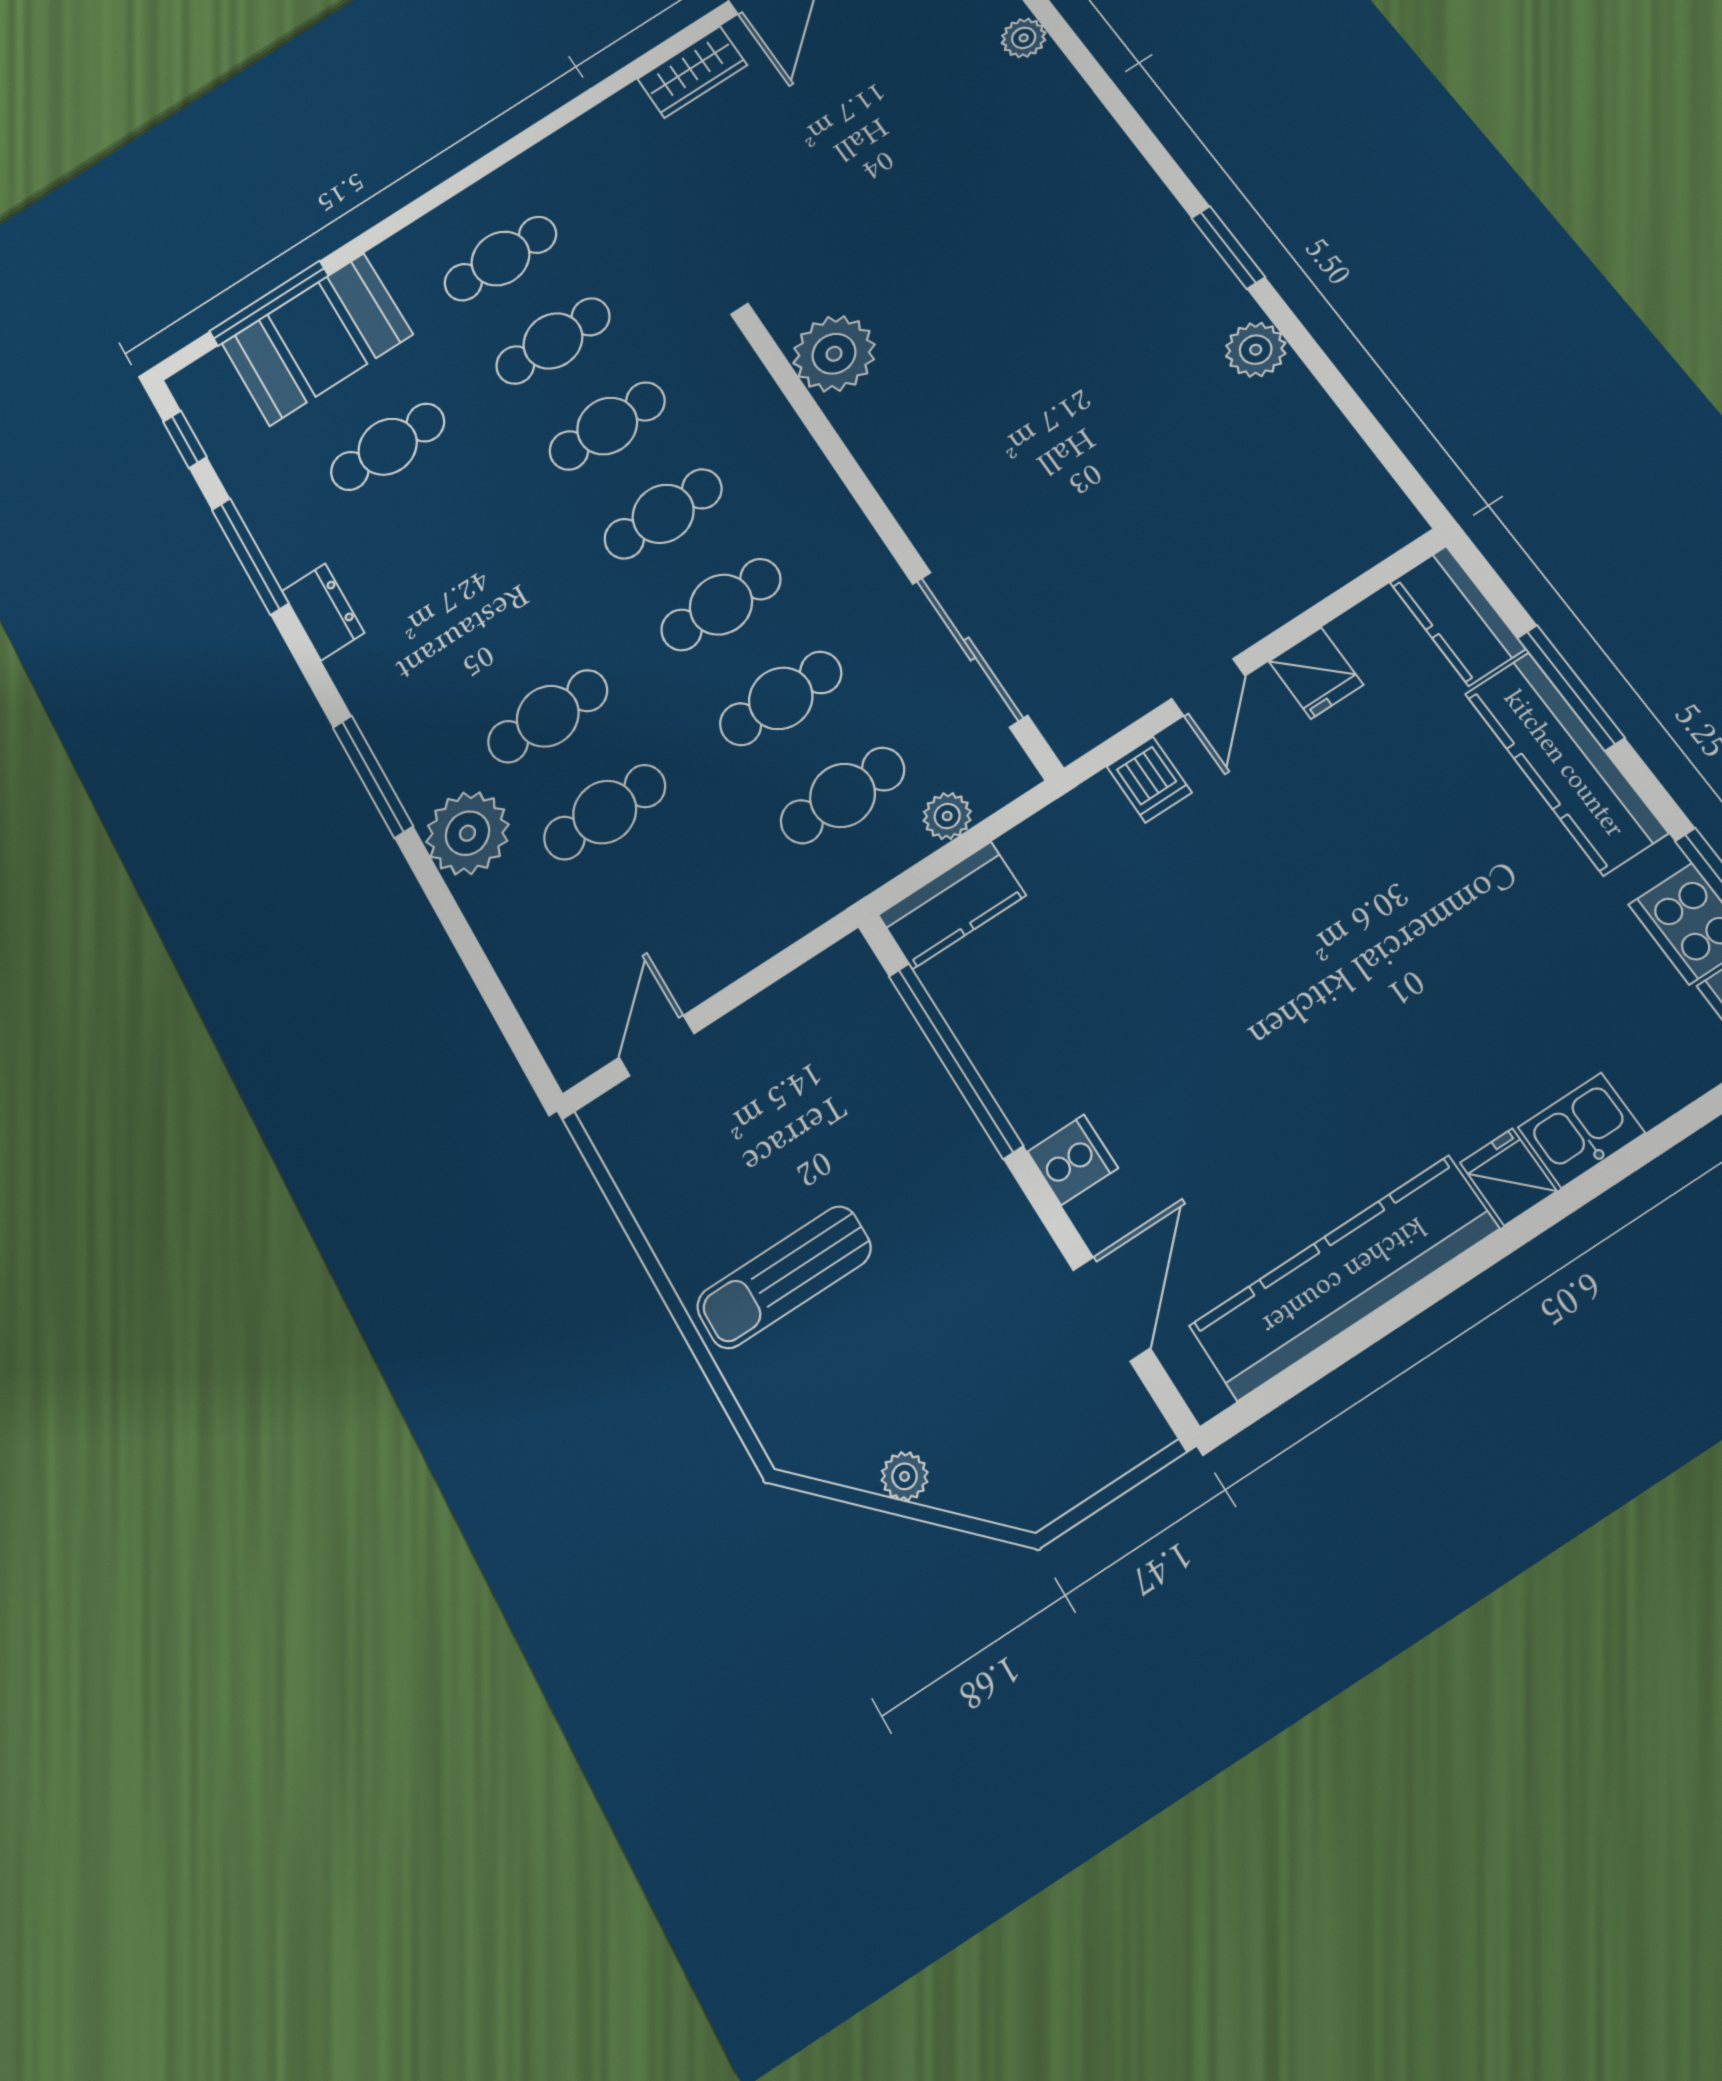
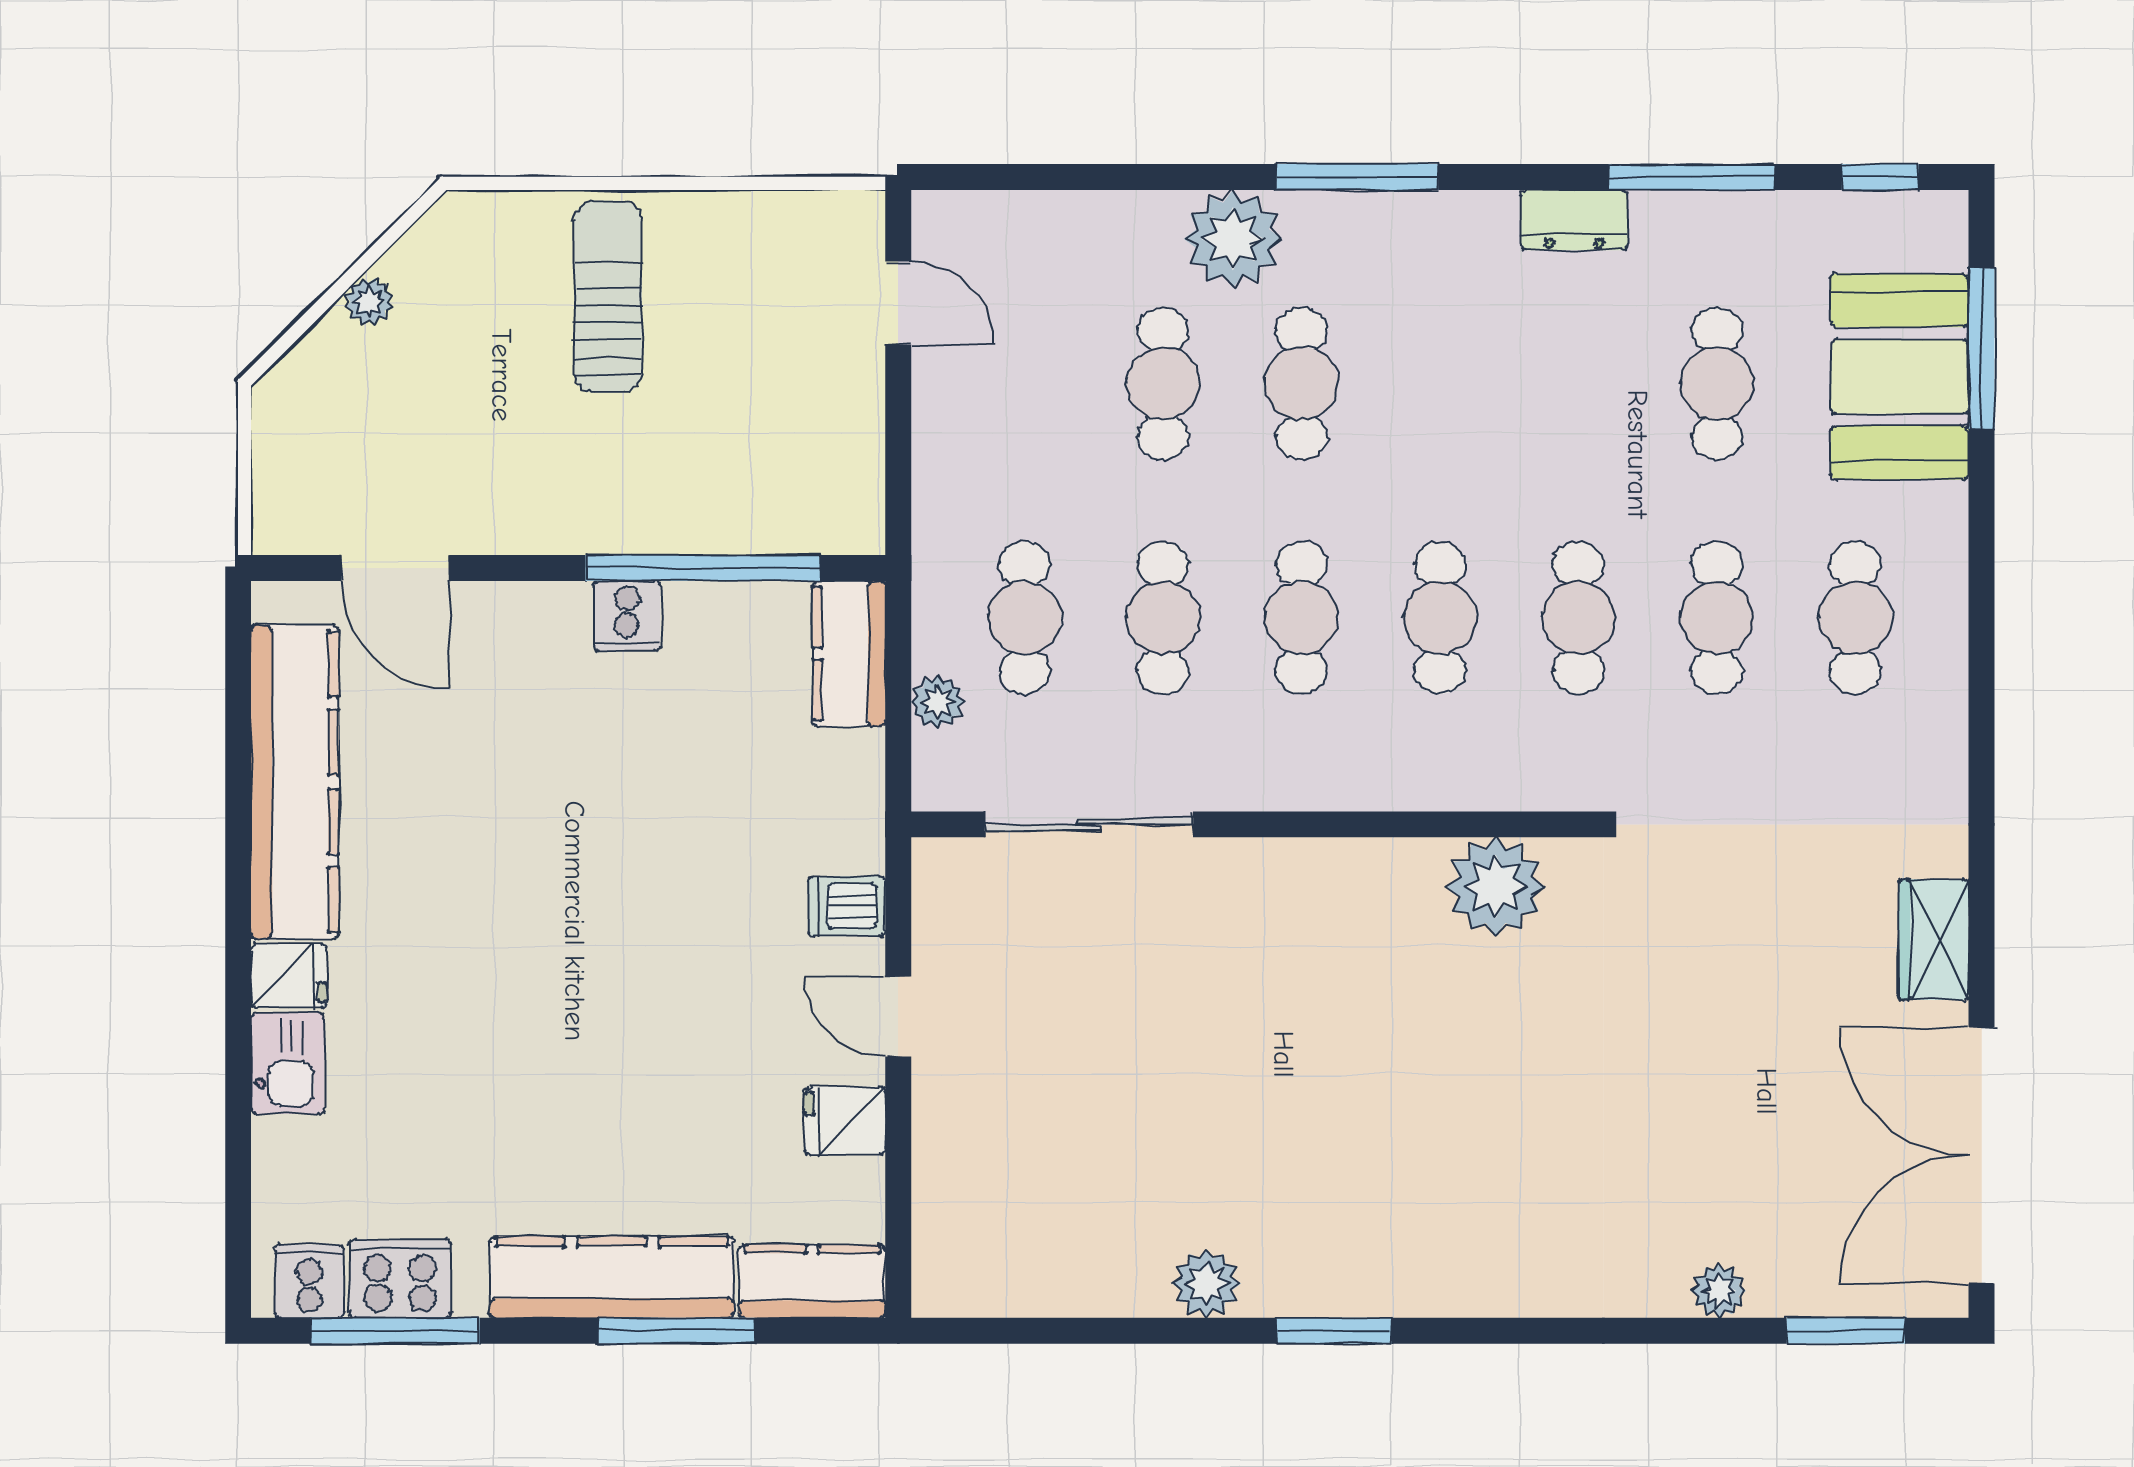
cooker: (1073, 1160) -> (627, 616), moved

